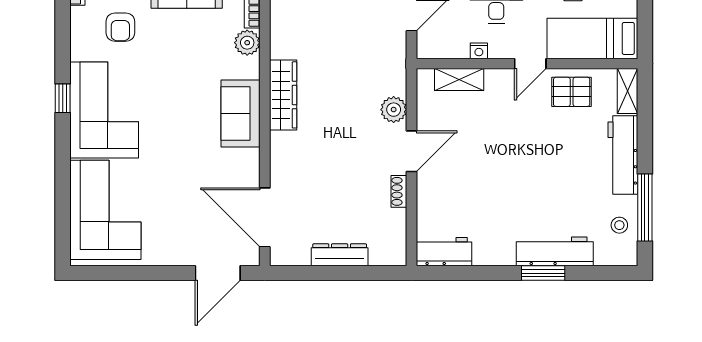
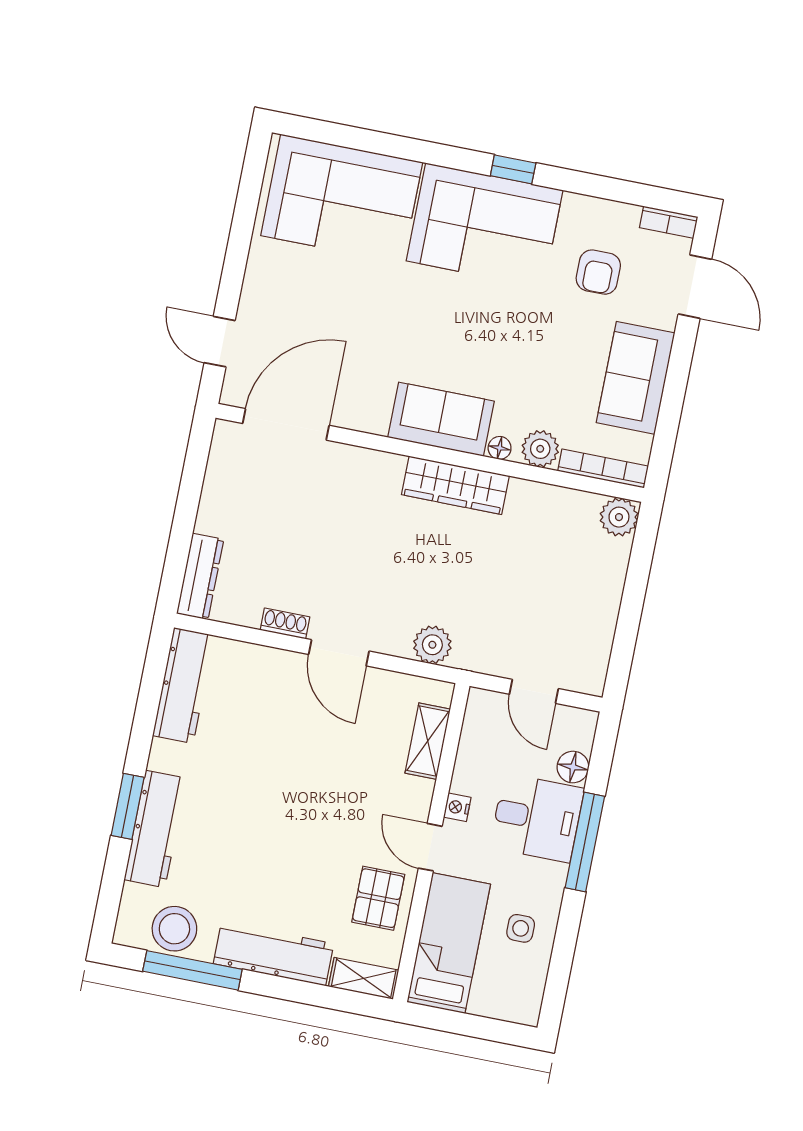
armchair: (120, 27) -> (598, 272), turned -90
nightstand: (479, 51) -> (457, 807), moved
floor lamp: (252, 70) -> (500, 448), added
plant: (394, 110) -> (432, 645), moved
stool: (619, 225) -> (174, 929), width x1.89, depth x1.89
workbench: (444, 252) -> (183, 685), width x1.38
dresser: (340, 255) -> (200, 576), moved
door: (218, 273) -> (220, 342), width x0.73

